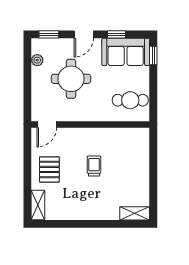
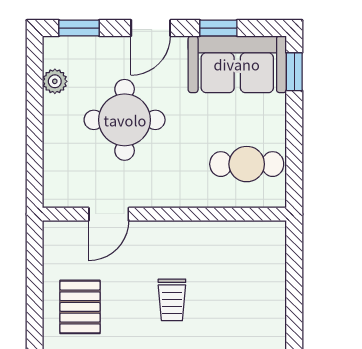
door: (47, 124) -> (109, 214), moved
trolley: (94, 166) -> (172, 300), turned 180

